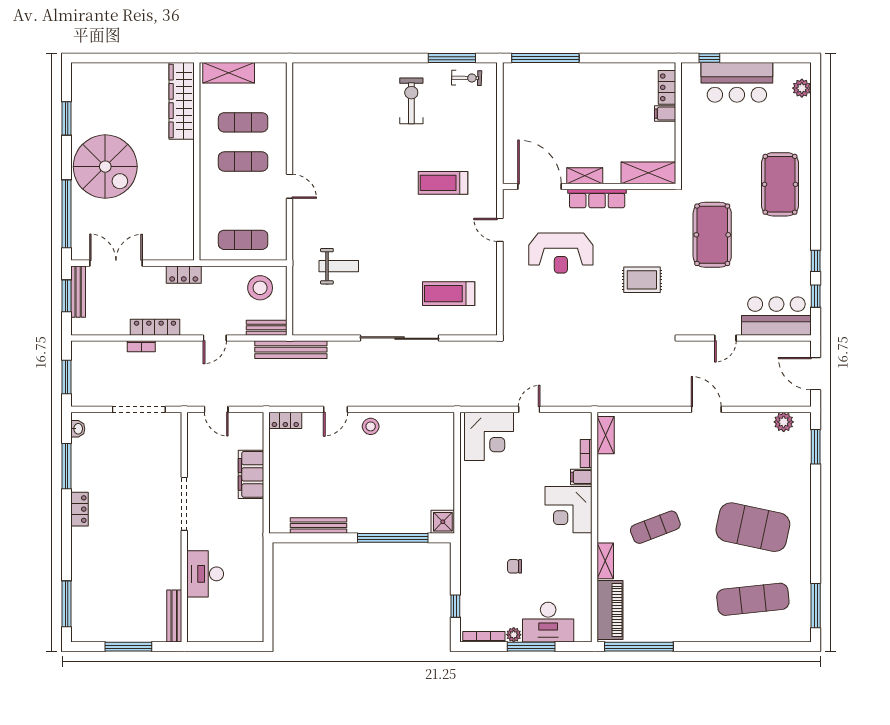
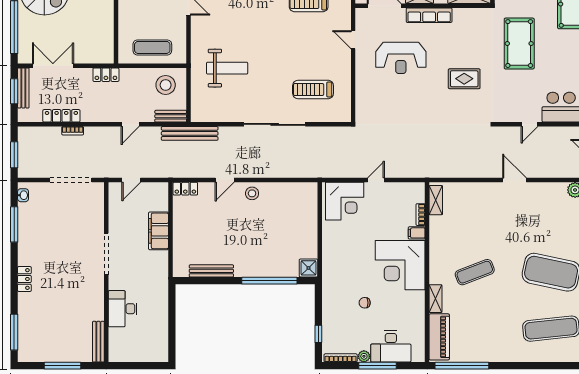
weight bench: (339, 266) -> (227, 68), width x1.36, depth x1.33
locker: (155, 327) -> (61, 116), moved
door: (216, 409) -> (131, 180), hinge flipped
locker: (79, 509) -> (24, 279), moved
corner desk: (568, 510) -> (400, 265), width x1.36, depth x1.36

